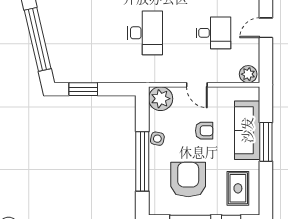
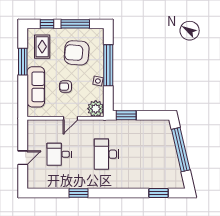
plant: (248, 74) -> (35, 126), removed
door: (197, 85) -> (70, 118), swing flipped
window: (83, 89) -> (126, 115), moved
window: (266, 142) -> (23, 62), moved
armchair: (188, 179) -> (77, 53), turned 94

